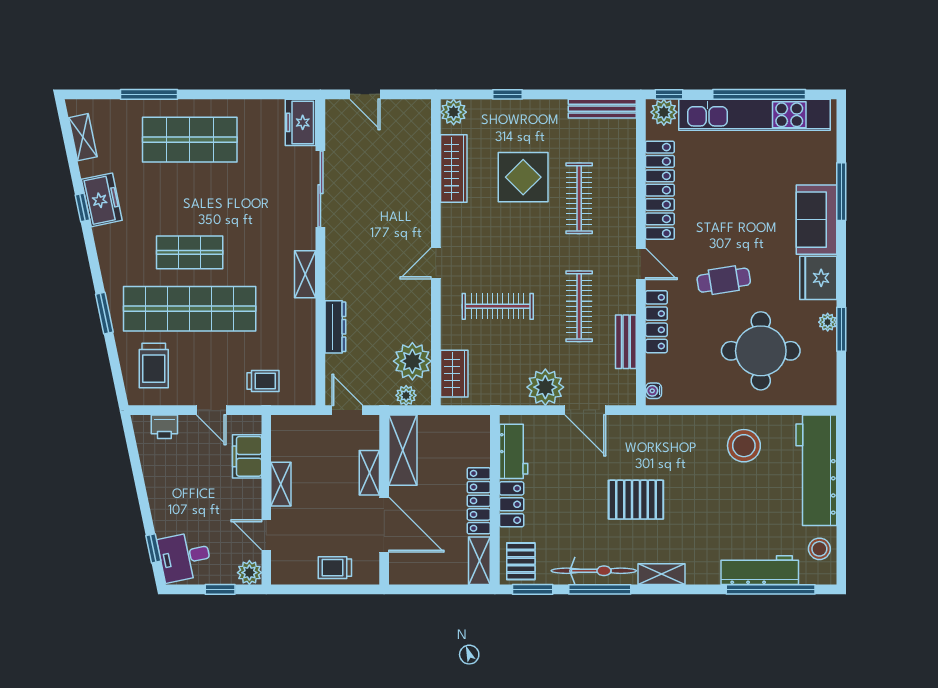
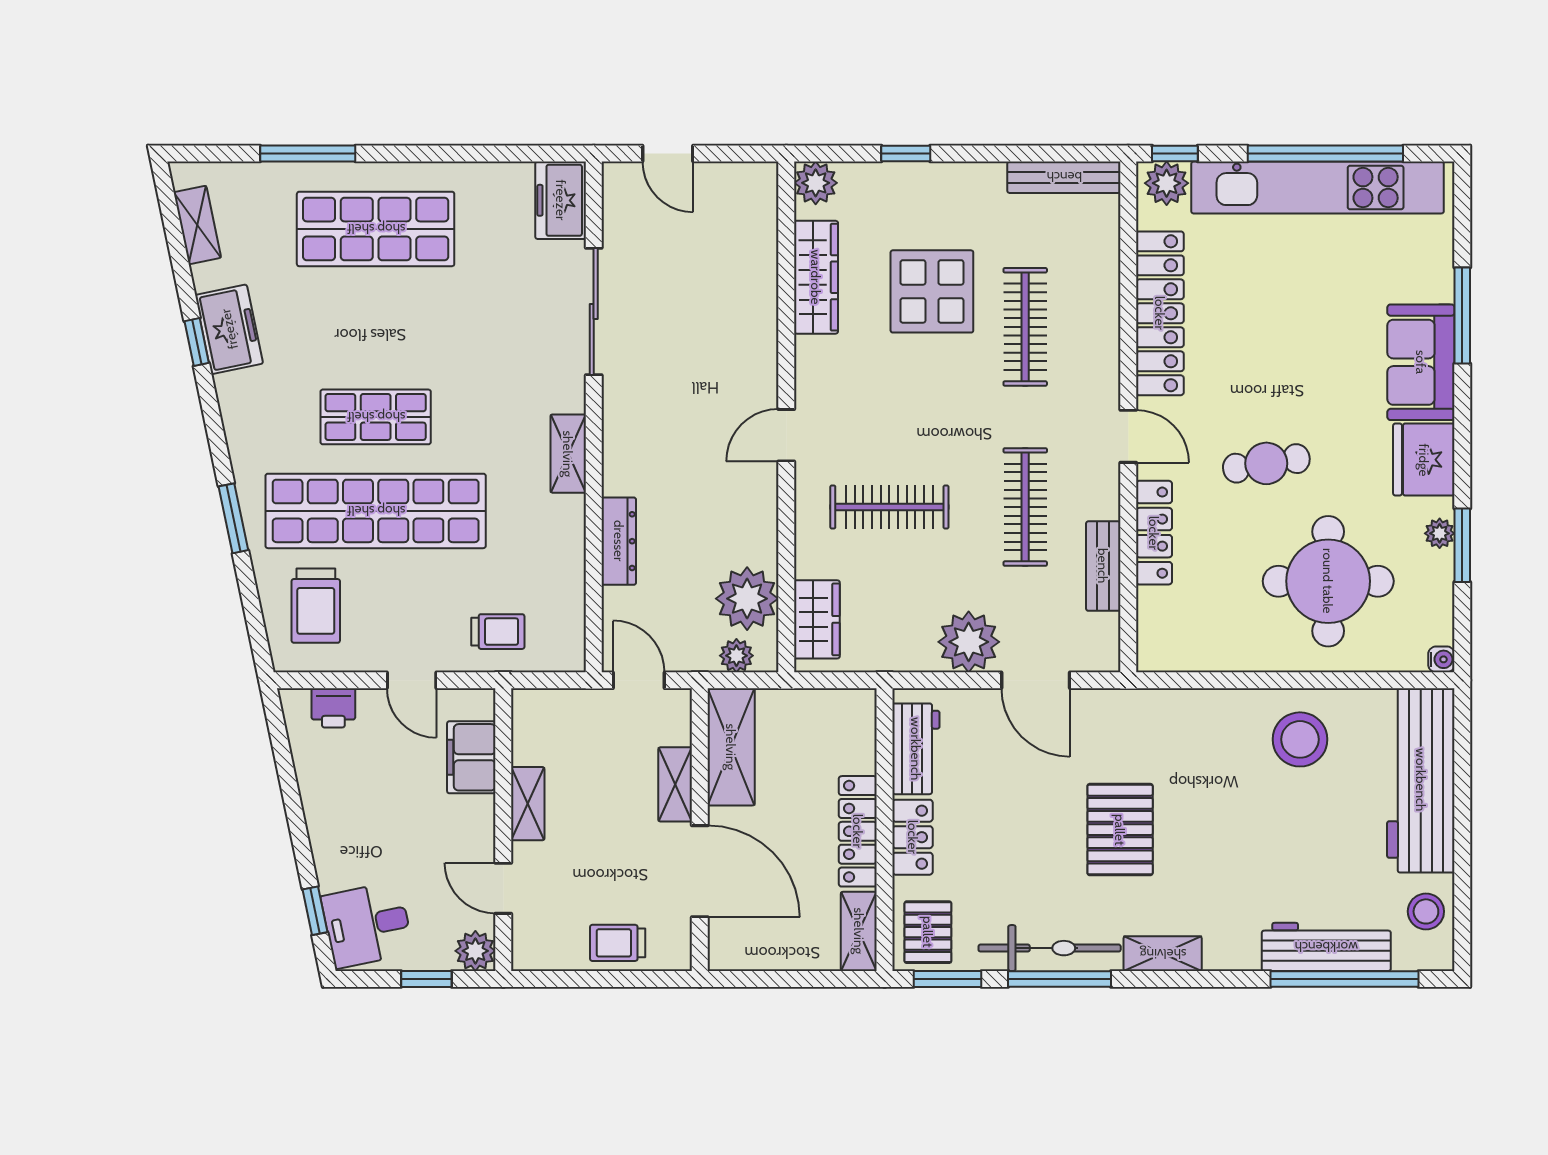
water cooler: (653, 391) -> (1441, 659), moved, turned 180
pallet: (636, 500) -> (1120, 830), turned 90

